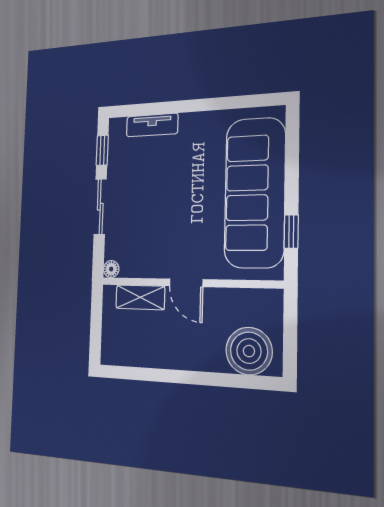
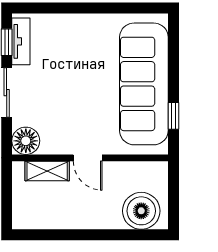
tv unit: (152, 125) -> (21, 41), moved, turned -90
floor lamp: (111, 269) -> (26, 141), width x1.89, depth x1.89

